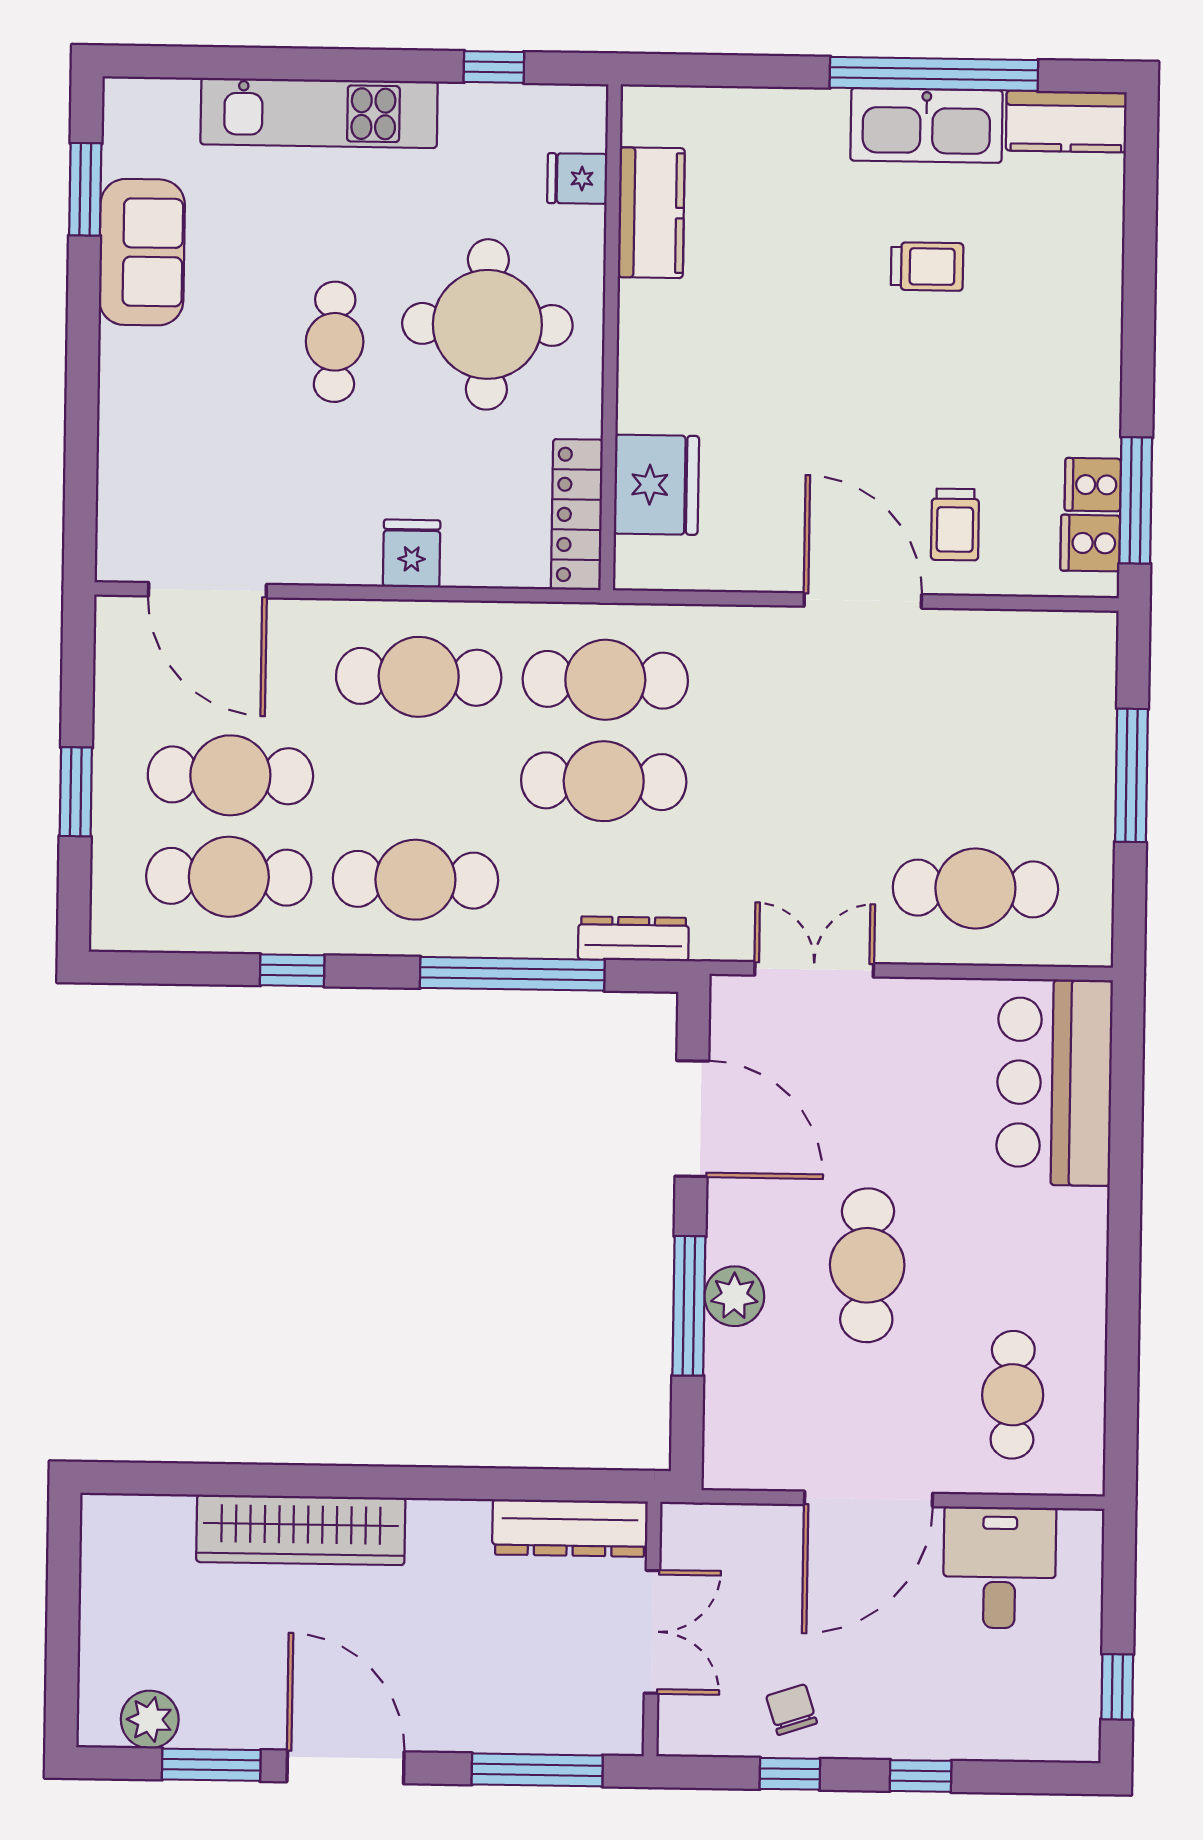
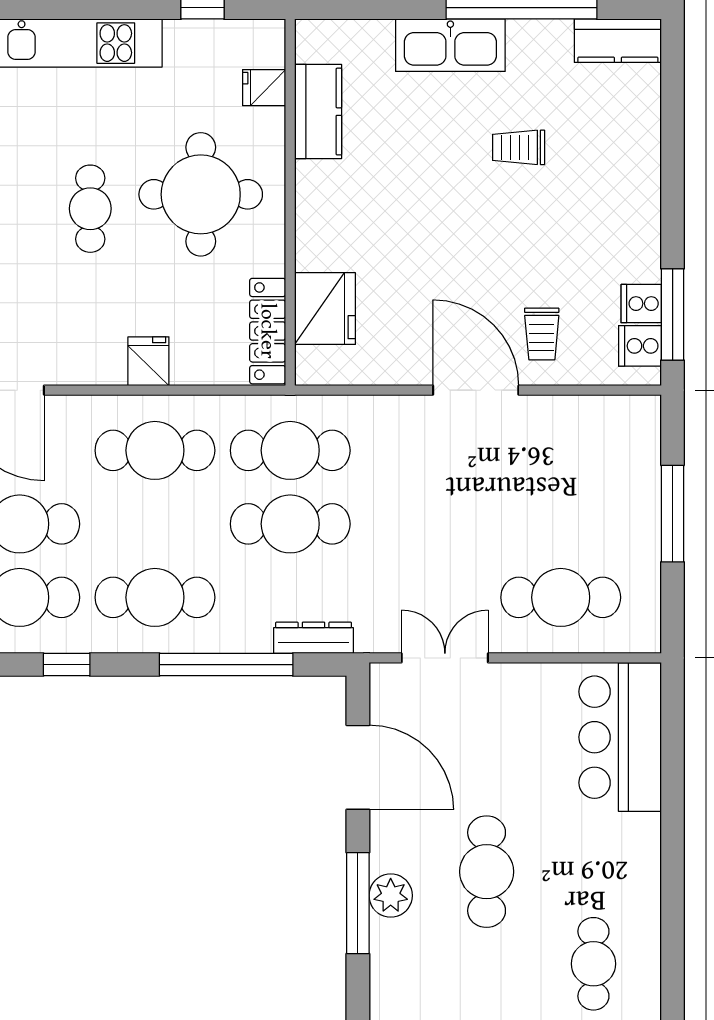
kitchen sink: (926, 125) -> (450, 45), moved
trolley: (927, 266) -> (519, 147), turned 180

